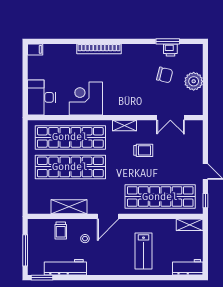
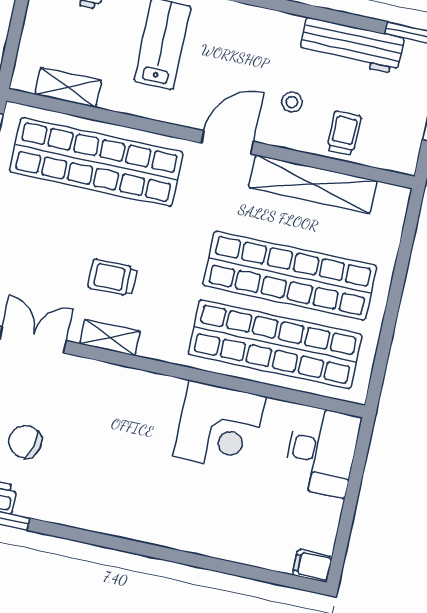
bookcase: (99, 49) -> (164, 535), removed
shelving: (125, 125) -> (110, 337), moved
shelving: (69, 207) -> (313, 184), width x1.47
shelving: (190, 225) -> (68, 87), moved

